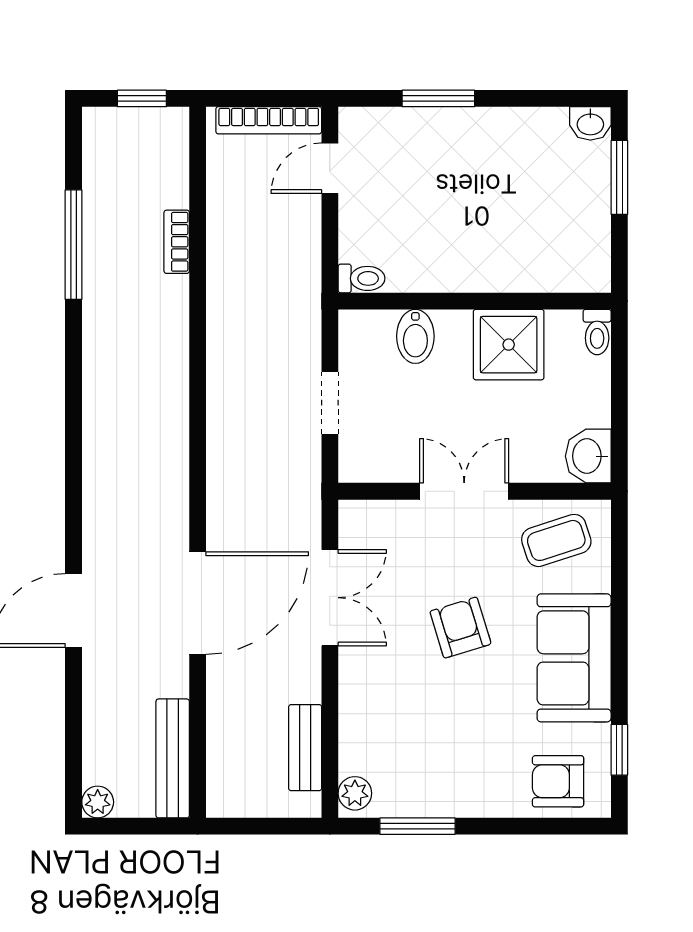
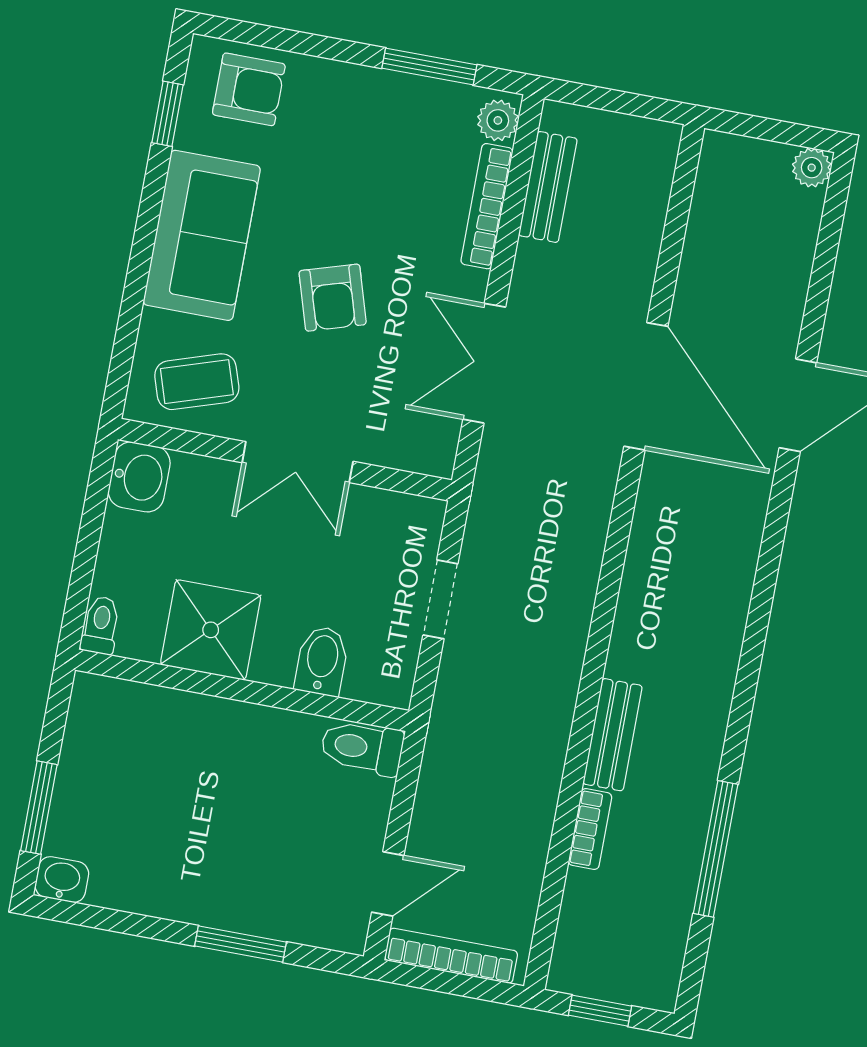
toilet: (362, 278) -> (362, 748), width x1.37, depth x1.39
door: (198, 603) -> (646, 386), swing flipped
bookcase: (351, 723) -> (487, 206), added
bench: (173, 758) -> (612, 735), moved, width x0.73

